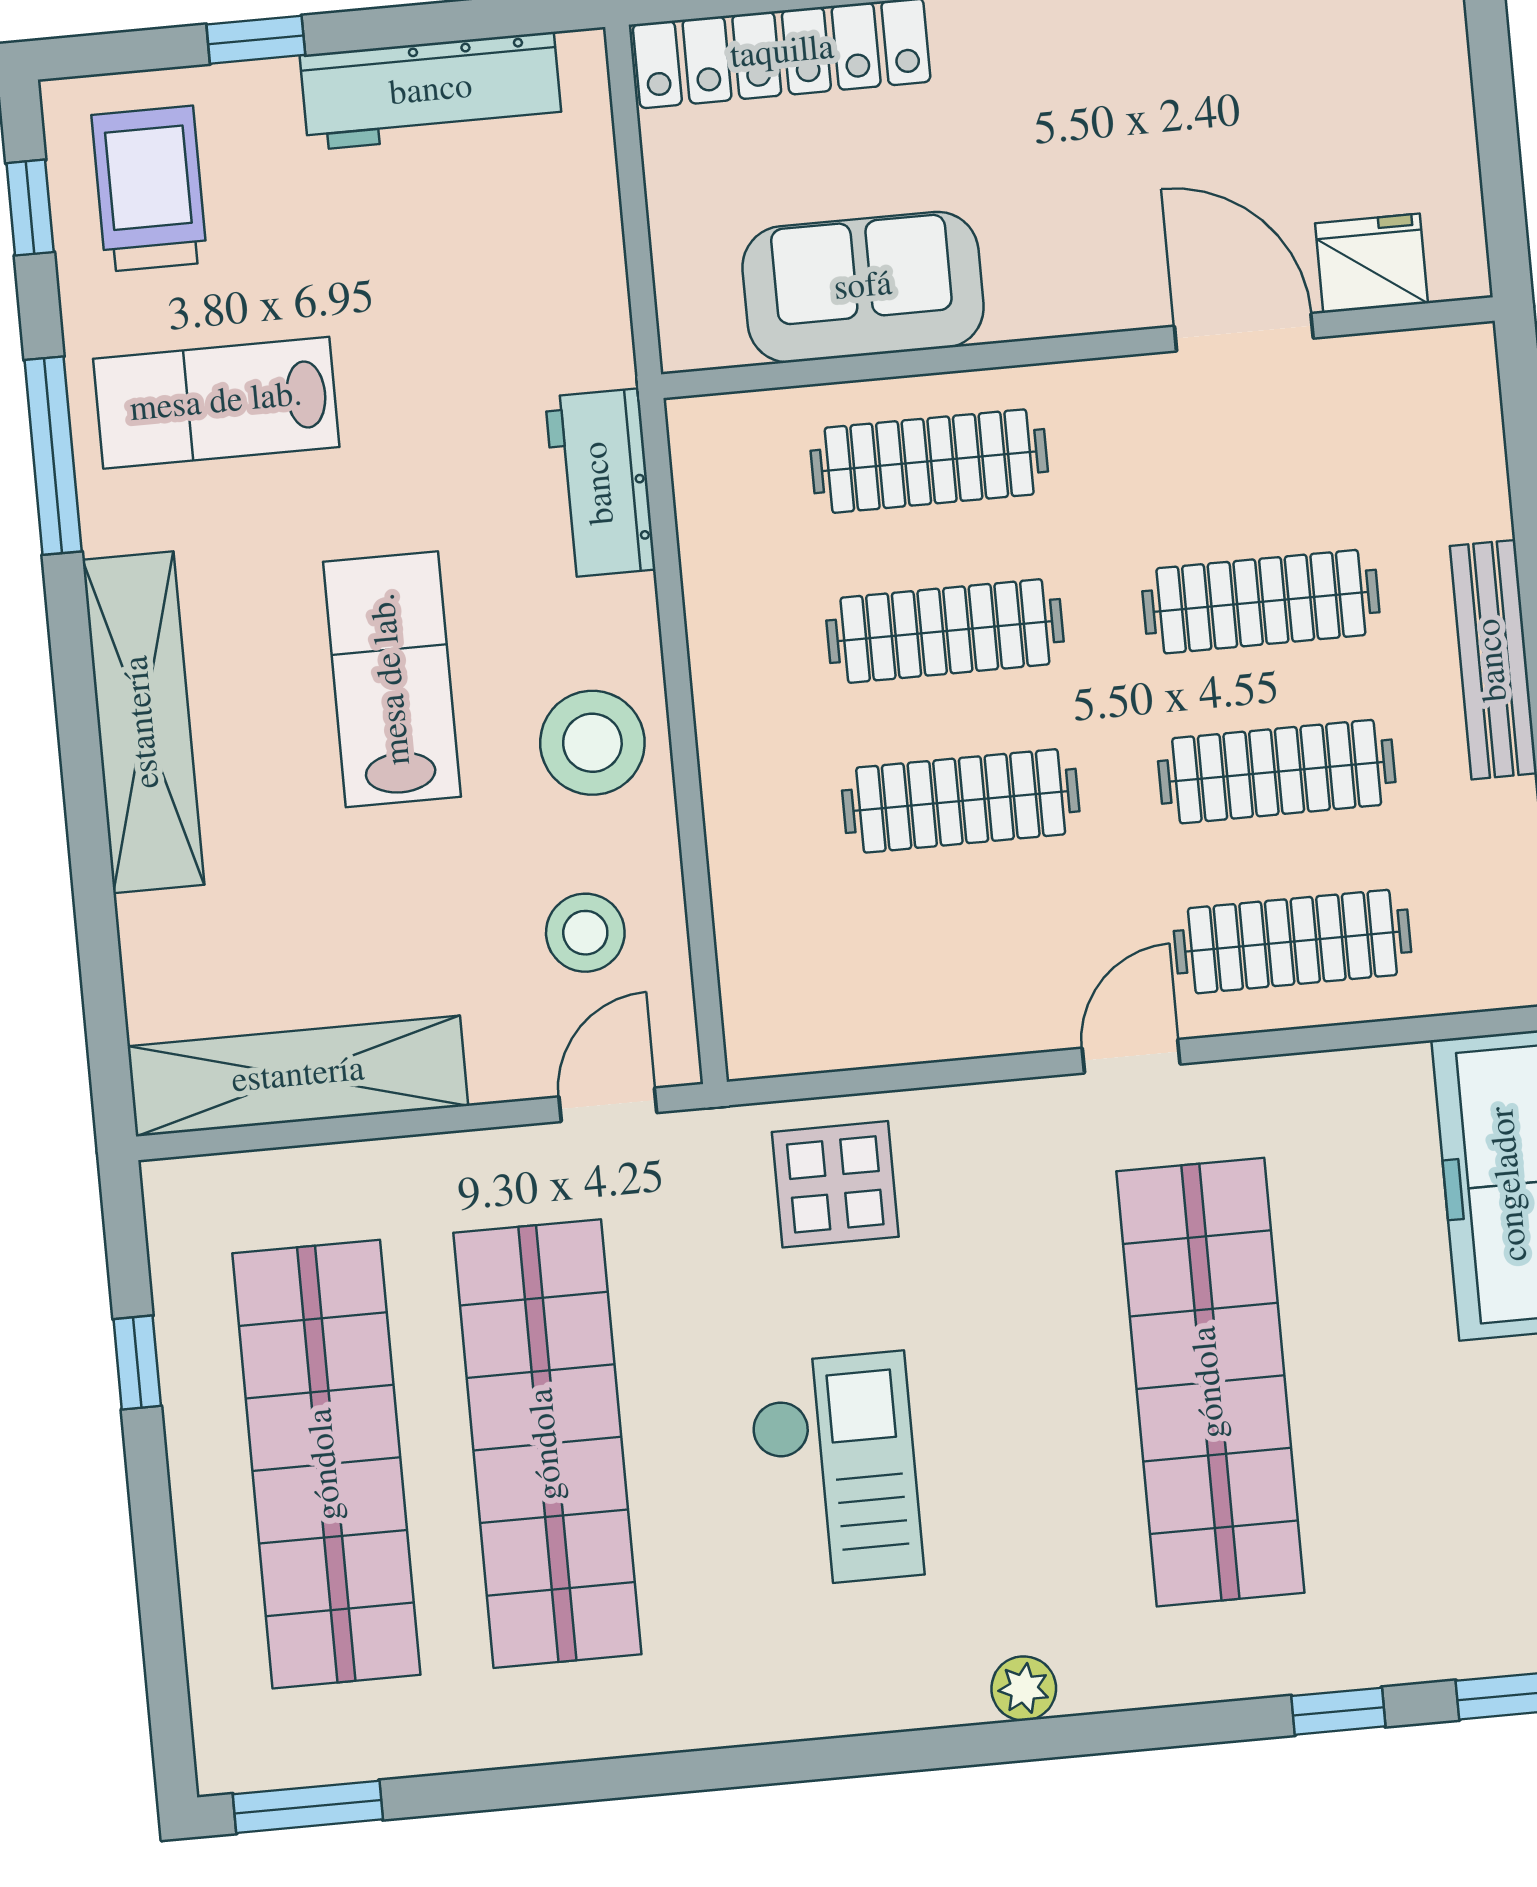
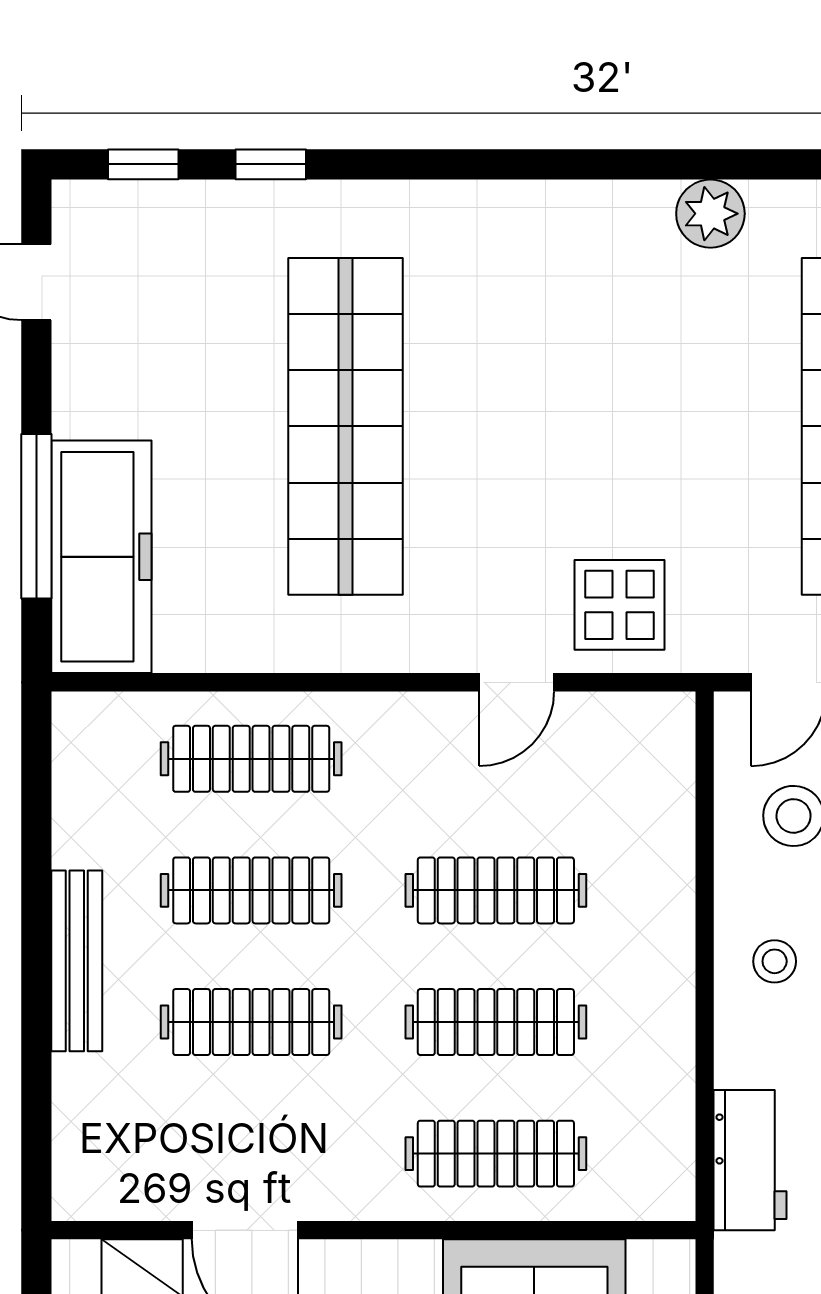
stool: (592, 743) -> (775, 961), width x0.53, depth x0.53
door: (1131, 1056) -> (516, 682), moved
checkout: (835, 1470) -> (640, 386), removed
plant: (1024, 1688) -> (710, 214), moved, width x1.38, depth x1.38

